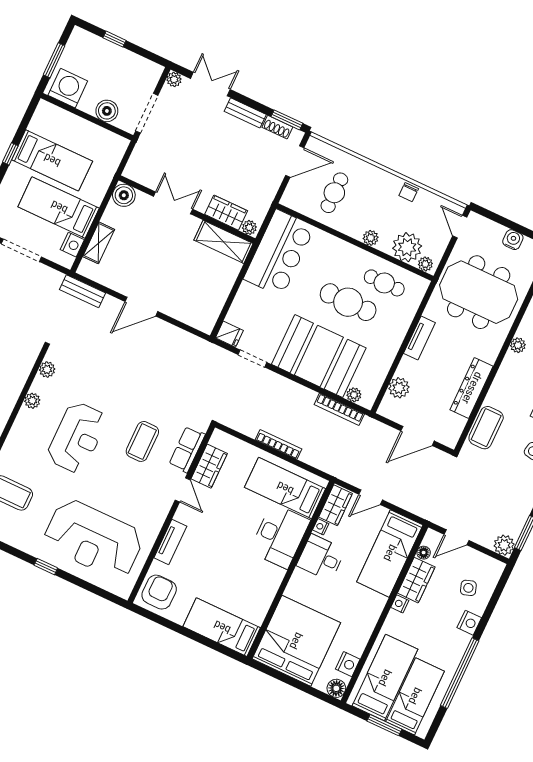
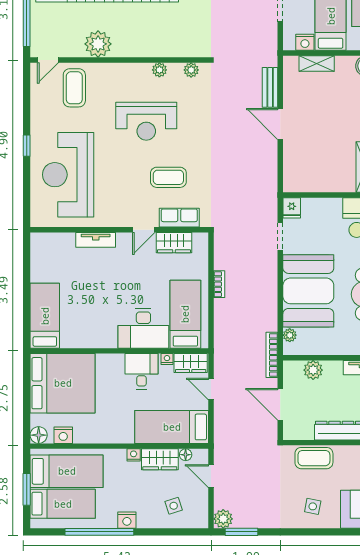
bench: (82, 291) -> (270, 87), moved
bookcase: (339, 409) -> (272, 355), moved
bookcase: (278, 444) -> (219, 284), width x0.64
armchair: (159, 592) -> (50, 250), removed
nightstand: (469, 623) -> (127, 520), moved

